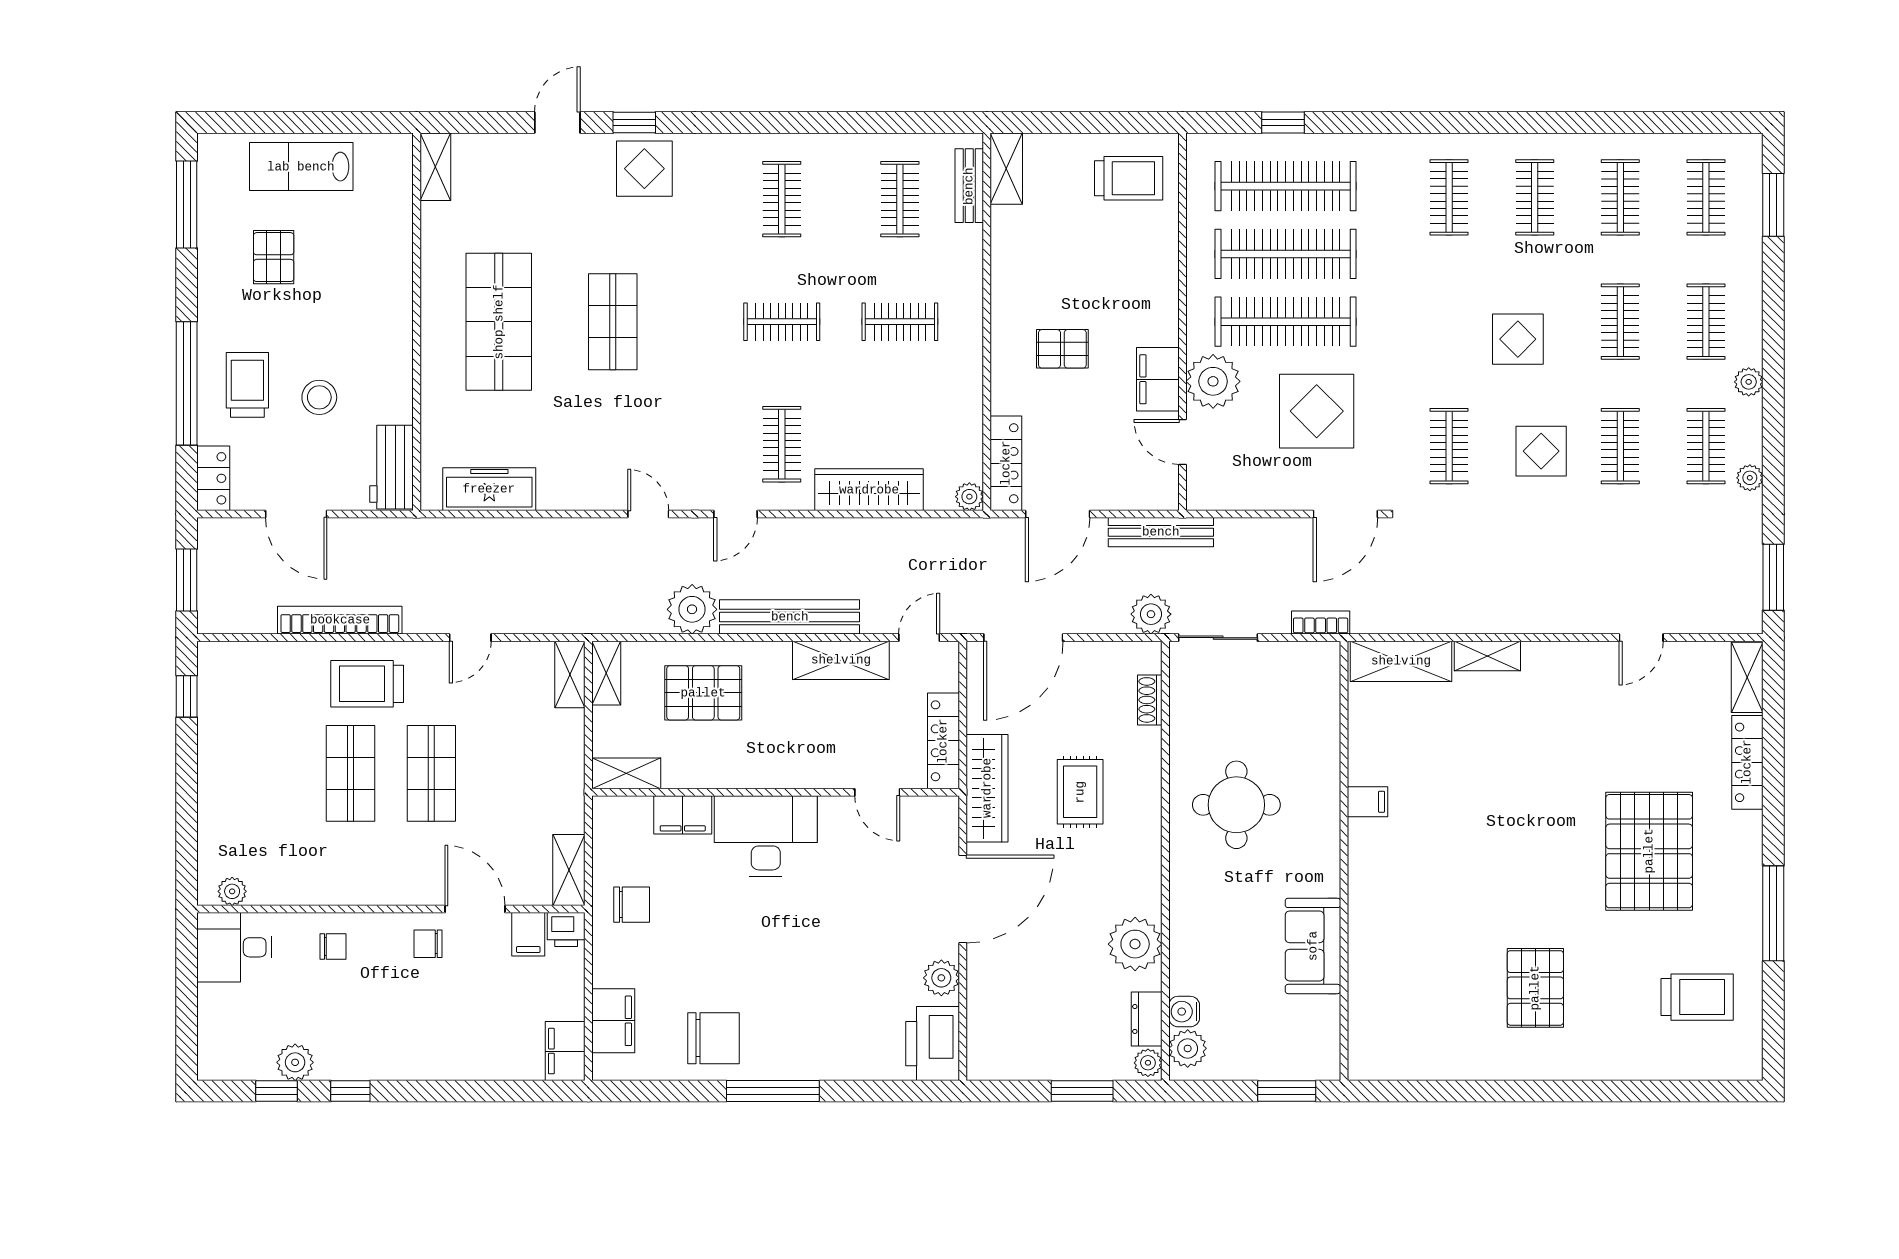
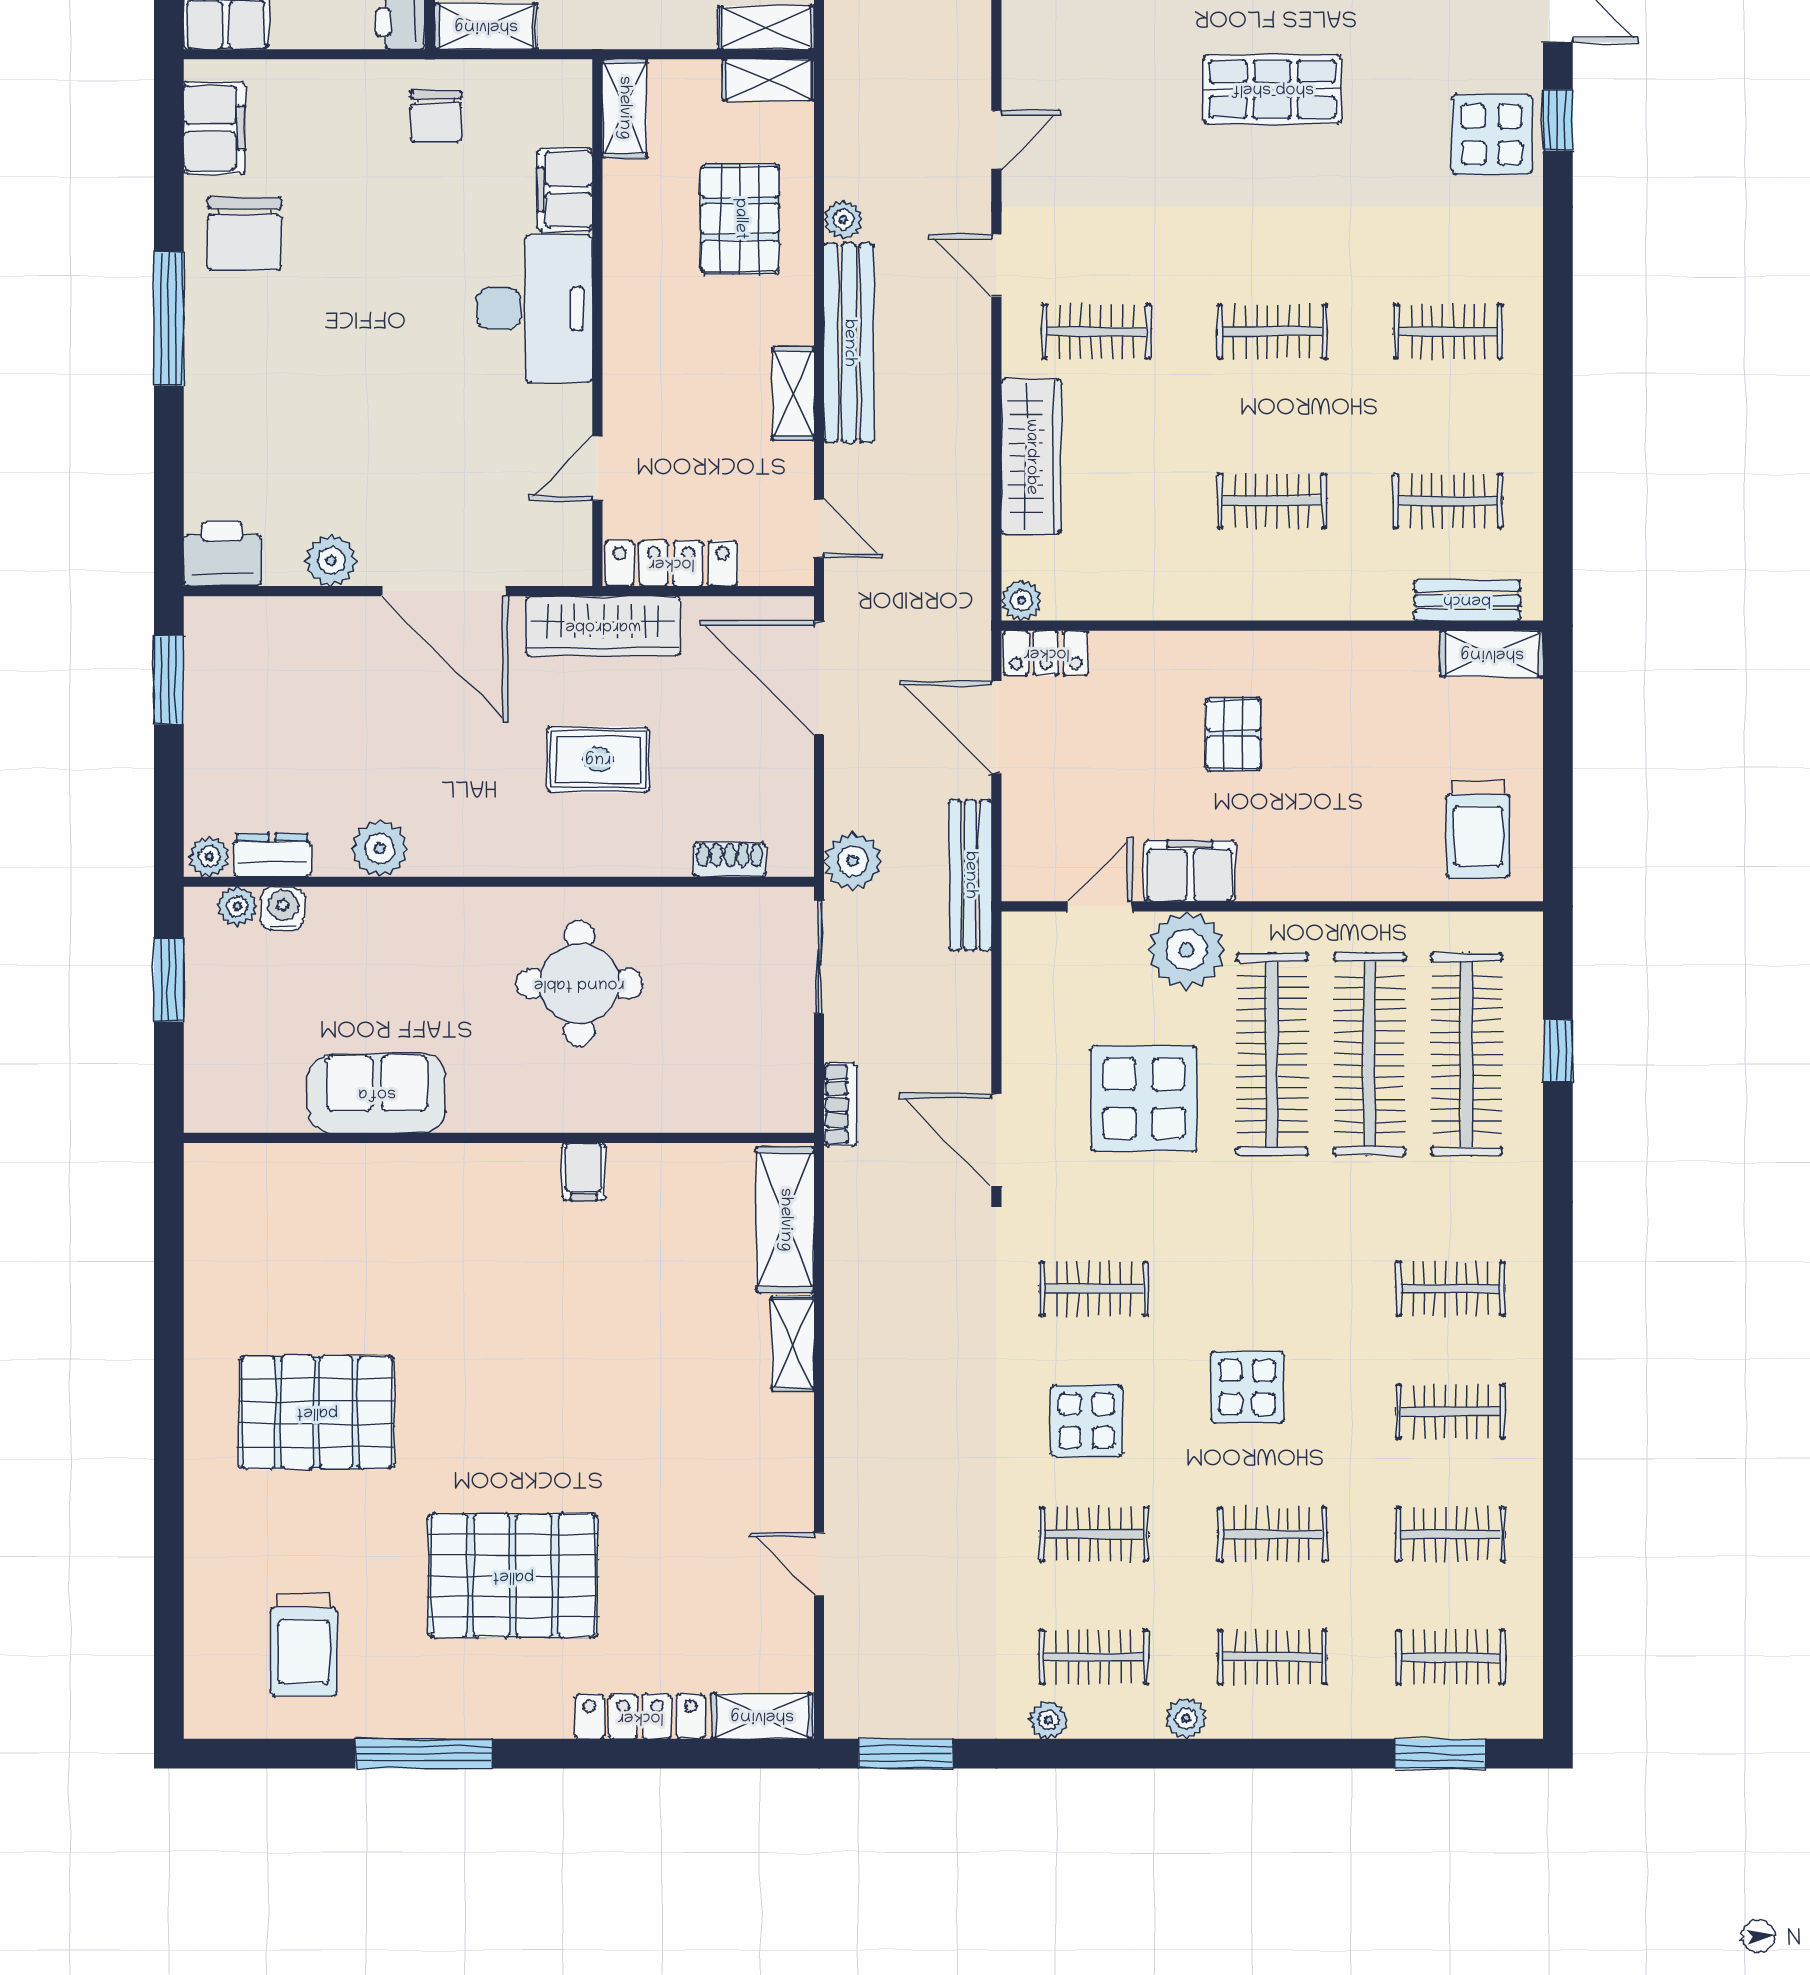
clothes rail: (782, 322) -> (1272, 332), turned 90
clothes rail: (900, 322) -> (1272, 501), turned 90
locker: (1006, 463) -> (1046, 653), width x0.66
plant: (692, 609) -> (843, 220), width x0.53, depth x0.53
shelving: (841, 660) -> (793, 393), width x0.67, depth x0.75
plant: (1135, 944) -> (380, 849), width x0.73, depth x0.73
pallet: (1535, 988) -> (317, 1412), width x1.37, depth x1.41
filing cabinet: (613, 1021) -> (214, 128), moved, turned -90
printer: (933, 1044) -> (222, 554), width x0.73, depth x0.84
plant: (1188, 1048) -> (237, 906), width x0.73, depth x0.73
window: (1082, 1091) -> (169, 680), moved
window: (1287, 1091) -> (169, 980), moved

